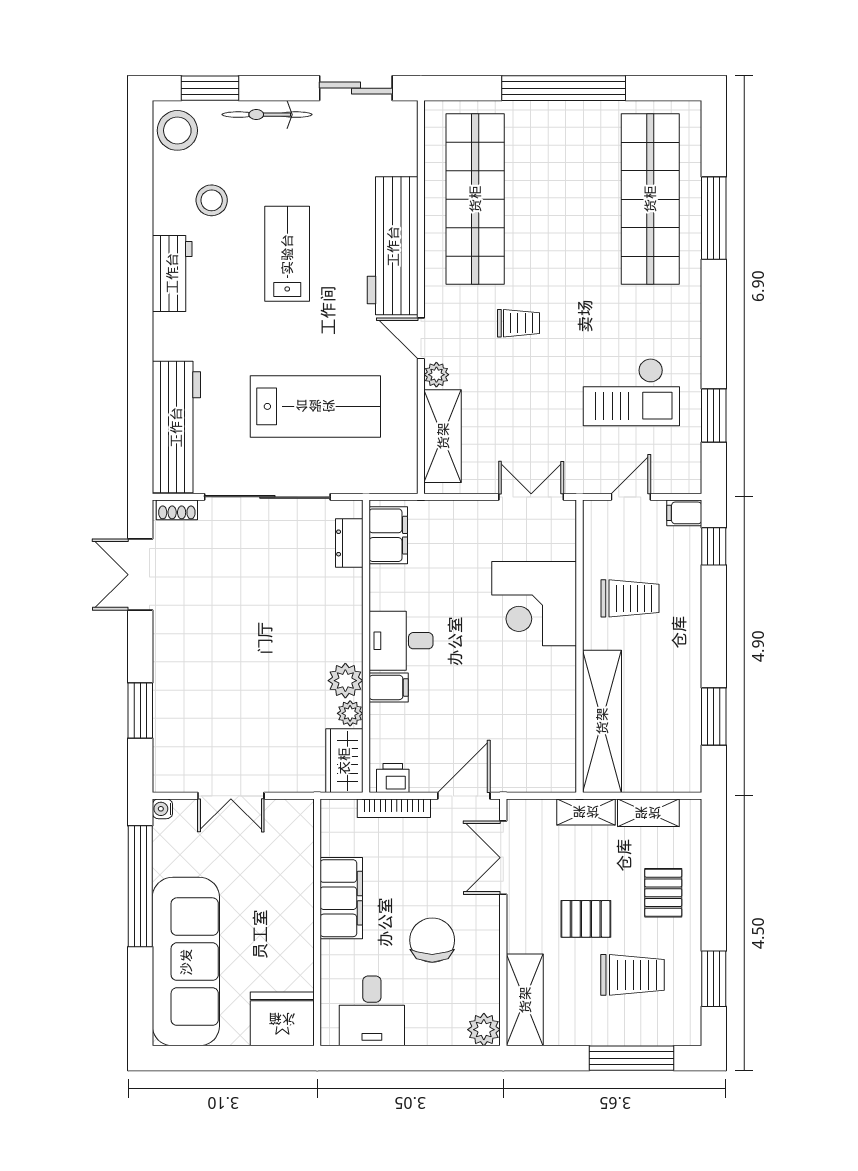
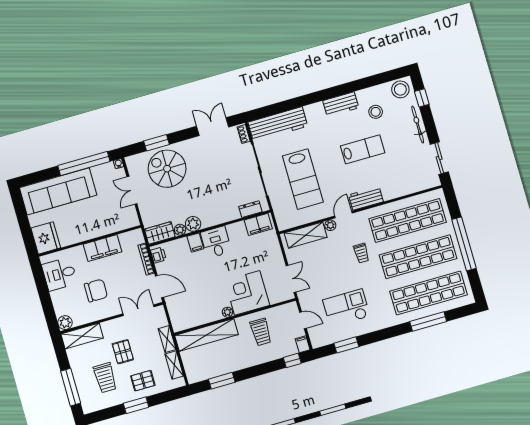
window: (210, 88) -> (422, 98), width x0.67
shop shelf: (563, 199) -> (418, 257), added
workbench: (393, 246) -> (366, 198), width x0.53, depth x0.76
checkout: (631, 392) -> (346, 308), turned 90
plant: (565, 660) -> (227, 312), added
spiral stairs: (205, 703) -> (167, 169), added
window: (714, 979) -> (136, 405), moved

